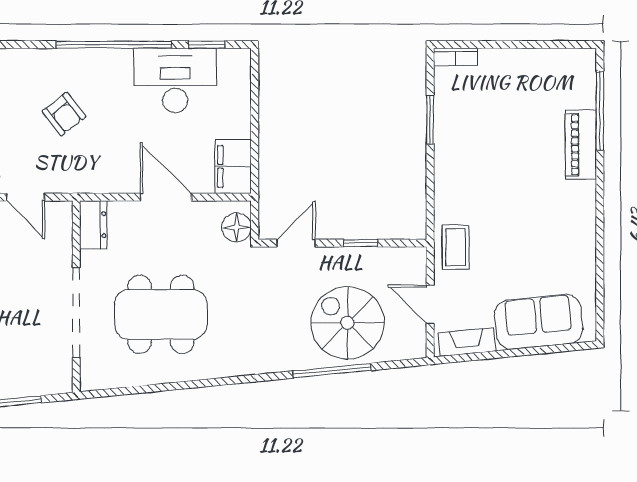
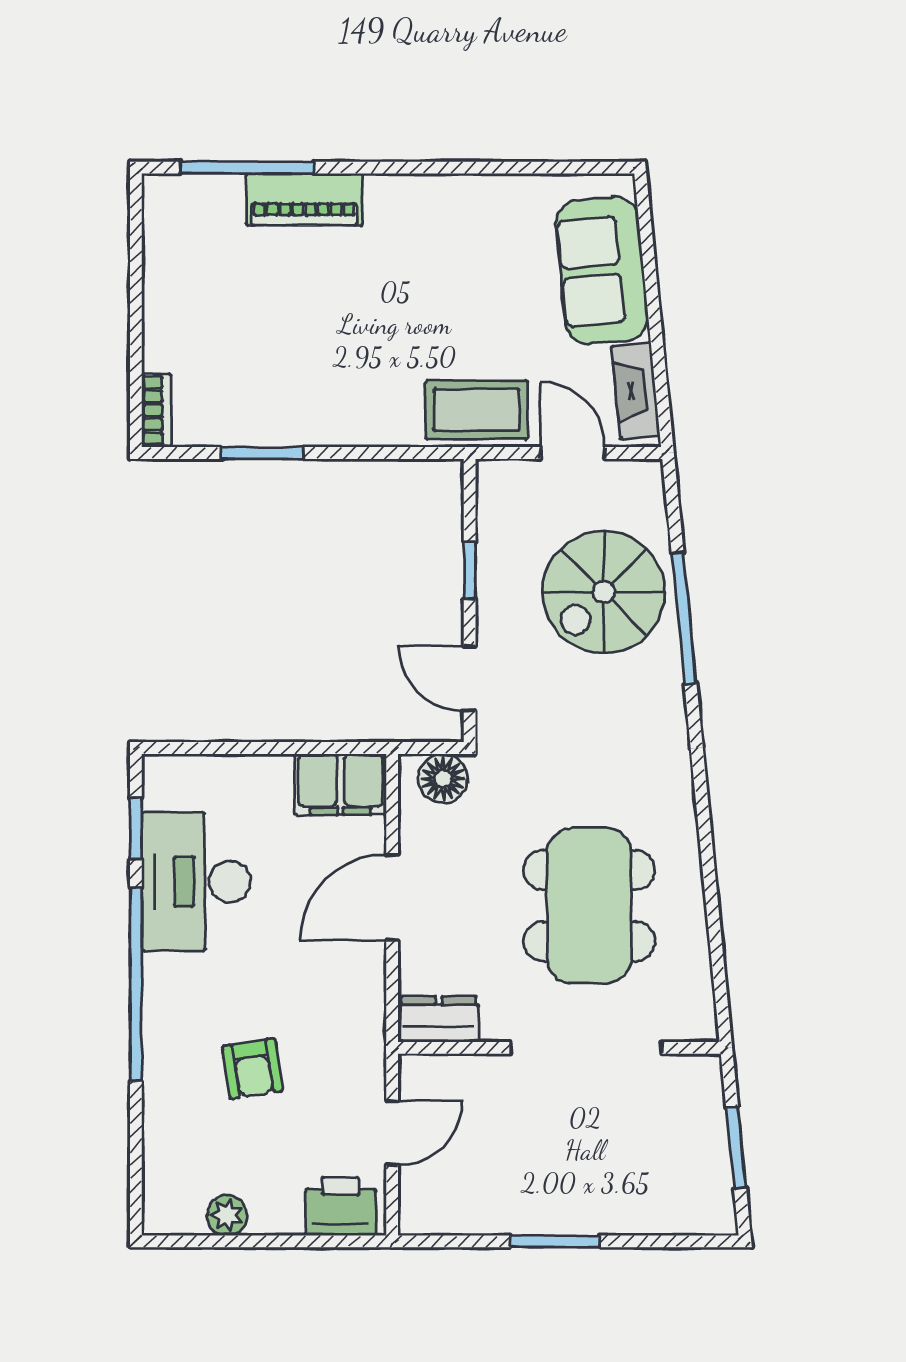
armchair: (64, 114) -> (253, 1069), turned 119
coffee table: (456, 247) -> (477, 410), width x1.36, depth x1.30
door: (430, 304) -> (573, 453), swing flipped

